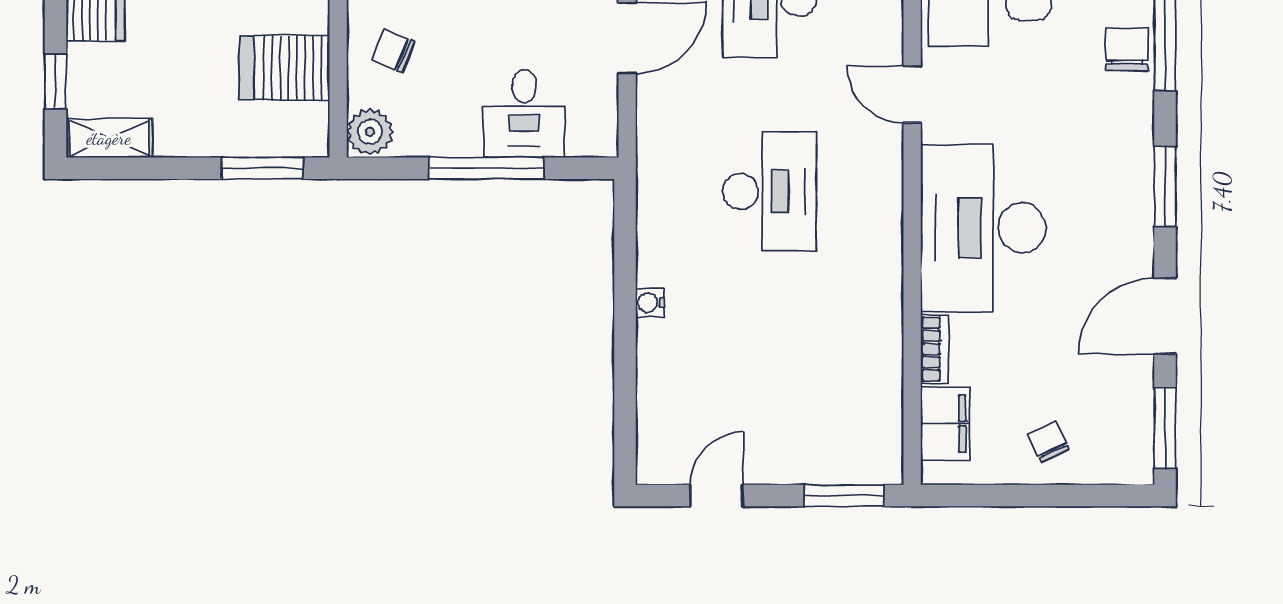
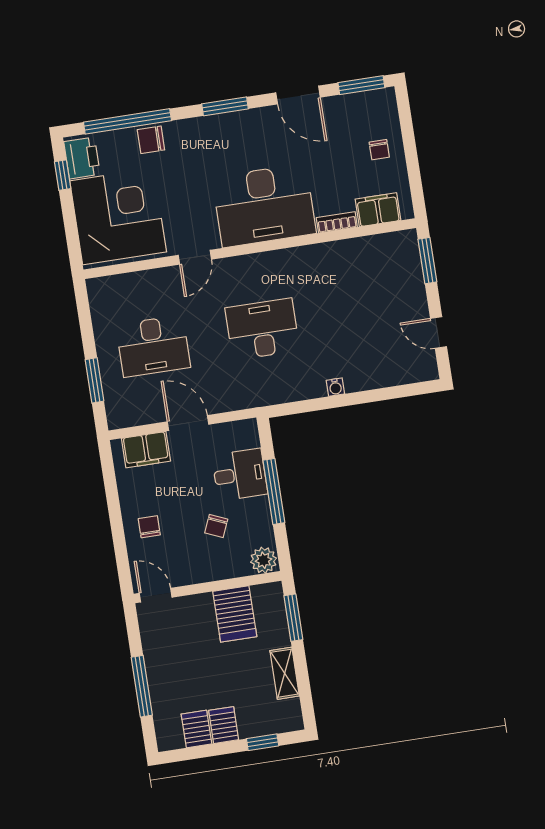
chair: (393, 51) -> (216, 526), moved
shelving: (109, 138) -> (285, 673), moved
chair: (1049, 442) -> (379, 150), turned -65

